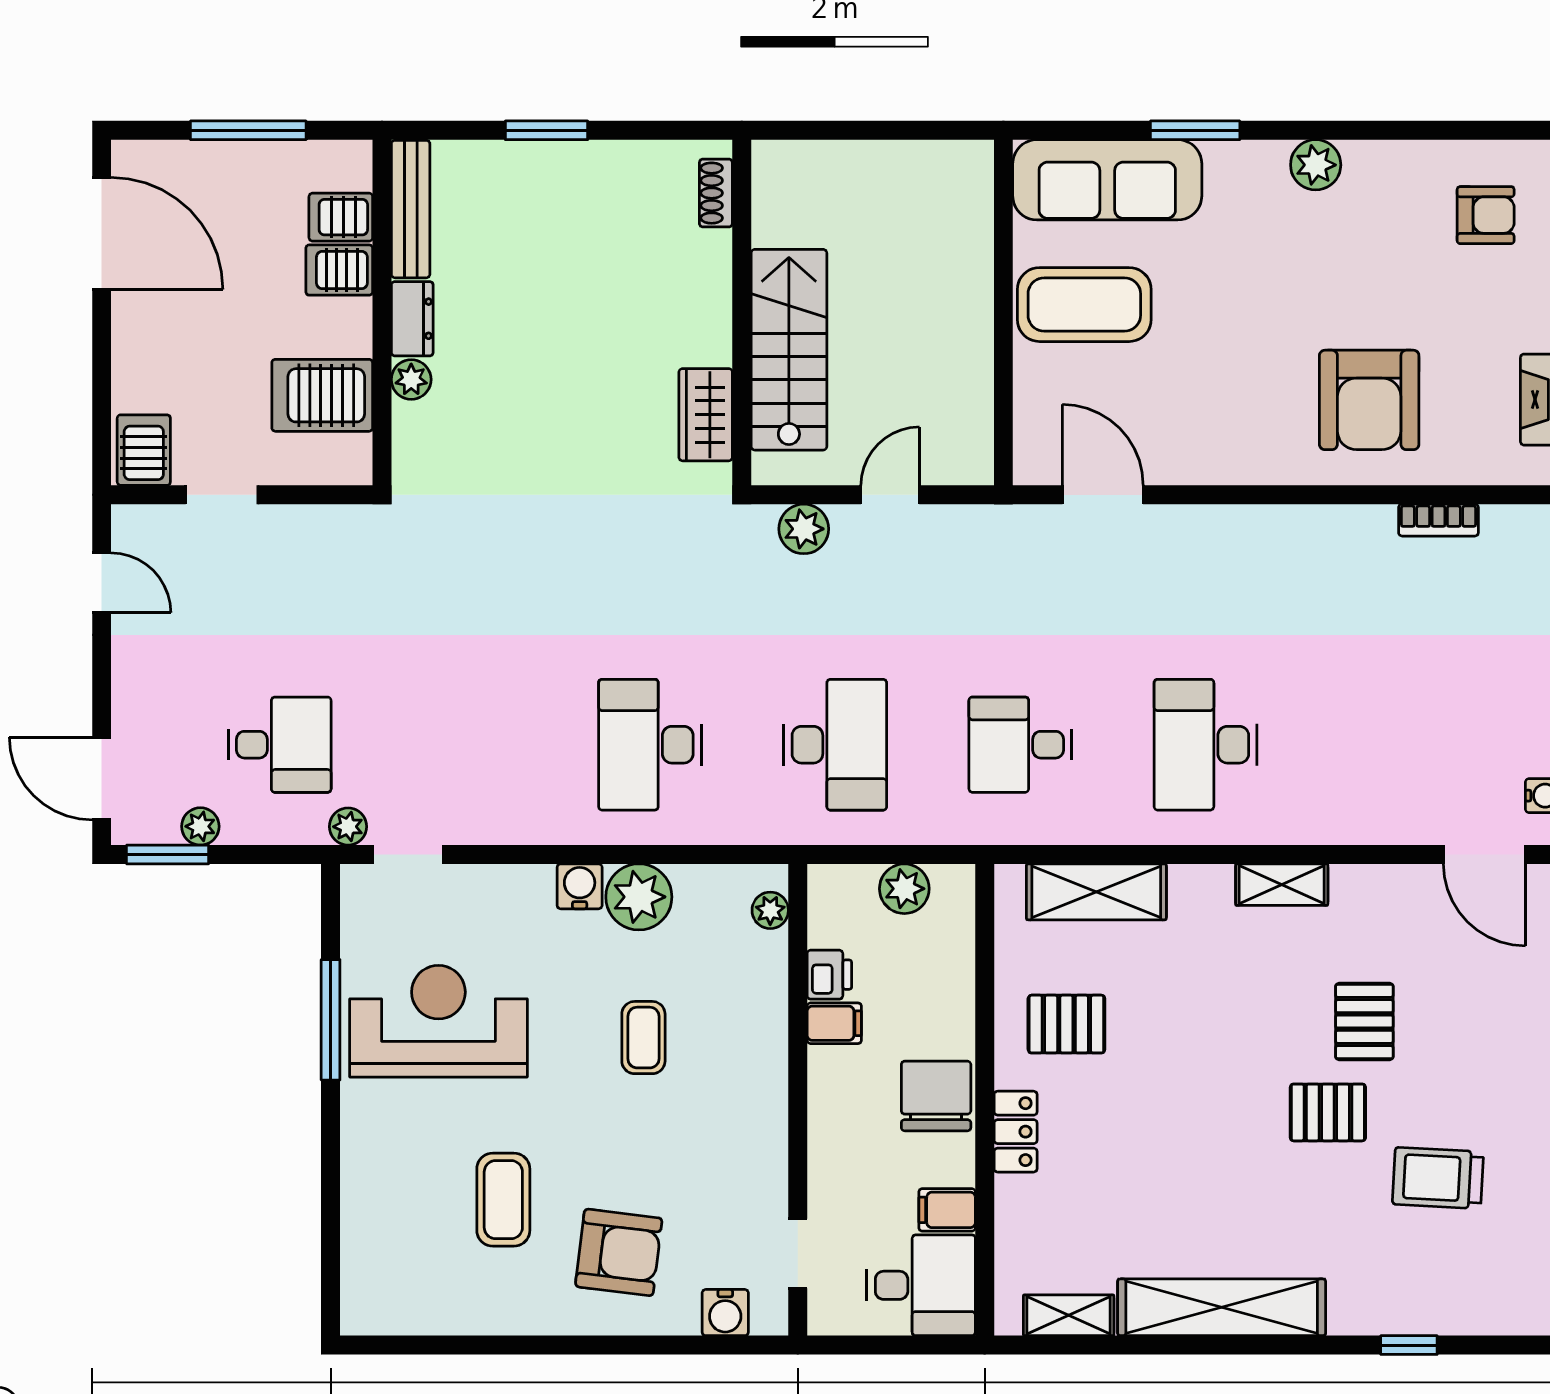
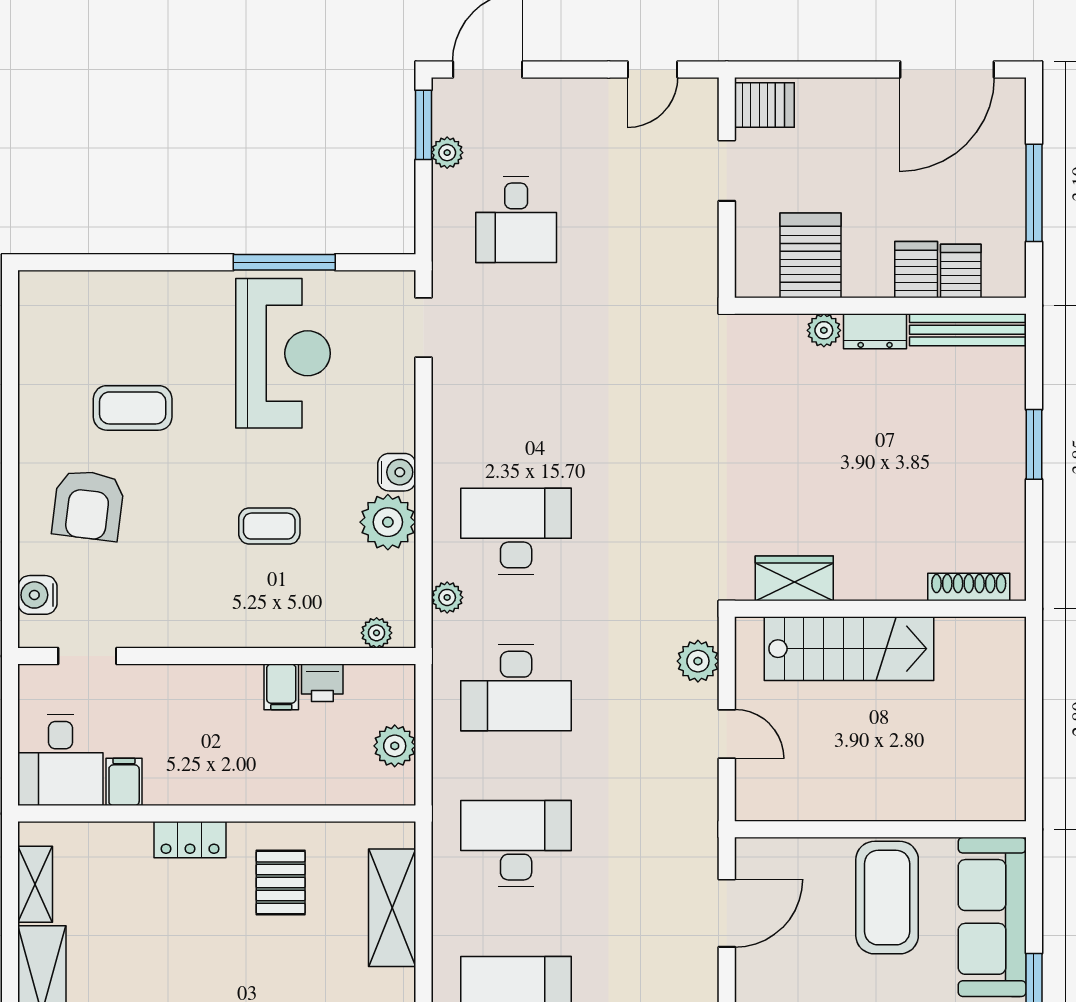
shoe rack: (716, 193) -> (969, 587), width x1.43
desk: (1020, 745) -> (516, 844), width x1.37
plant: (348, 827) -> (447, 597), moved
chair: (936, 1096) -> (220, 773), removed

